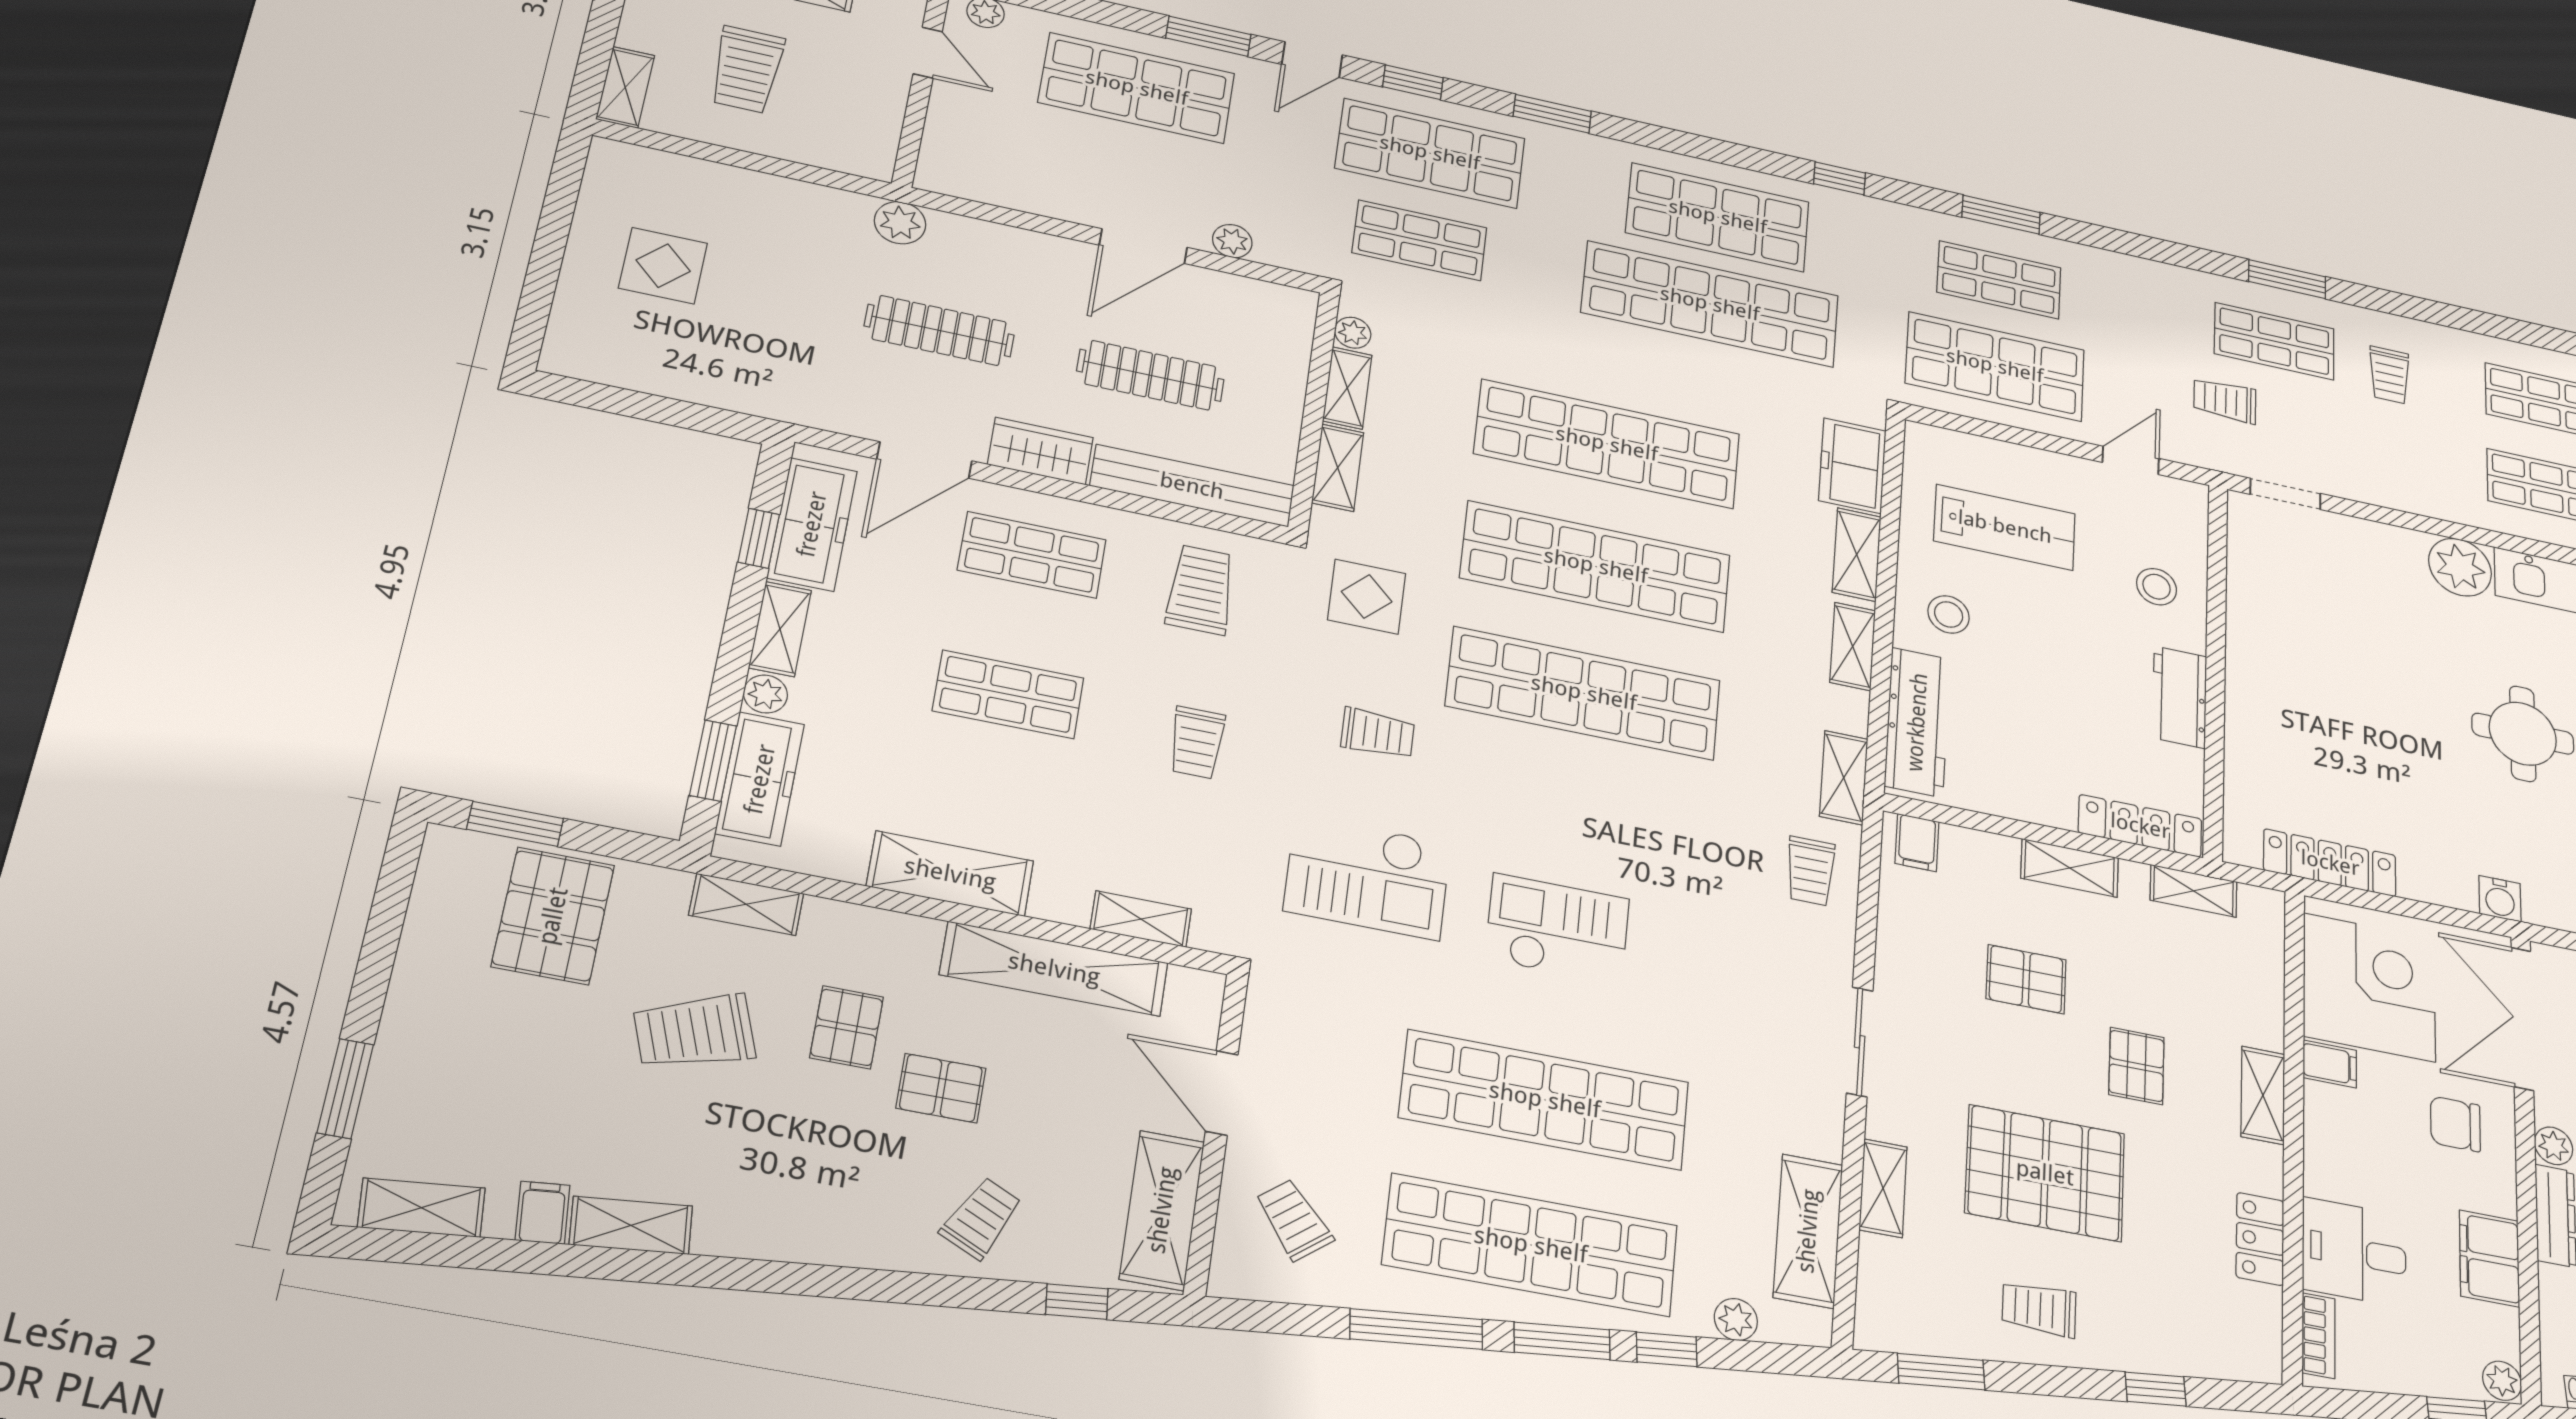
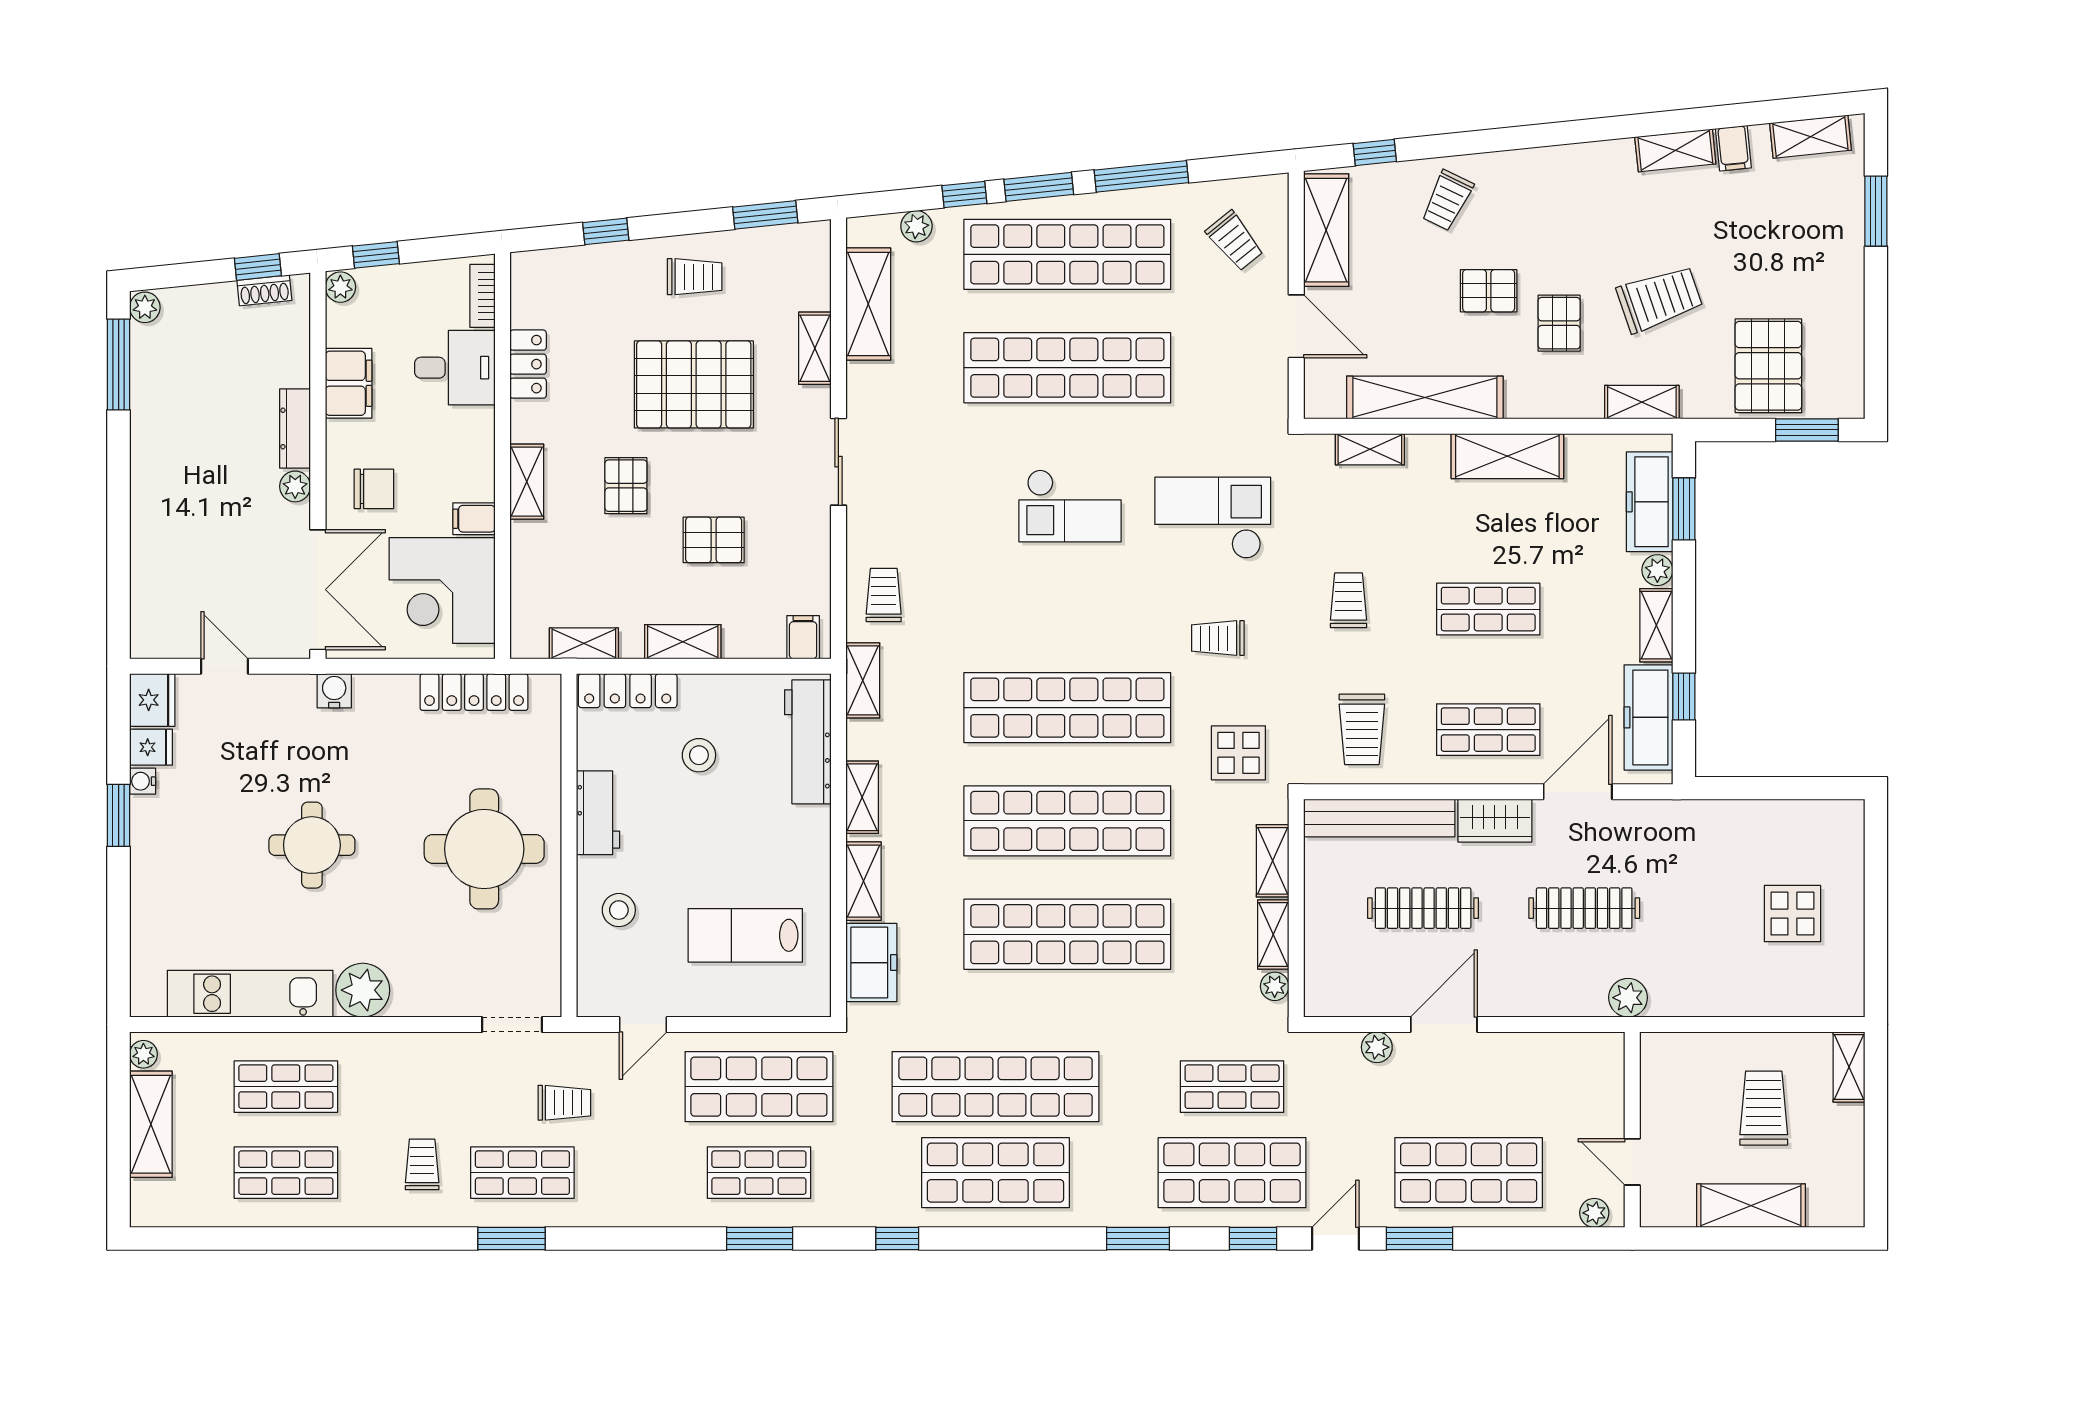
stool: (1949, 614) -> (699, 755), moved
round table: (2318, 686) -> (484, 849), added

